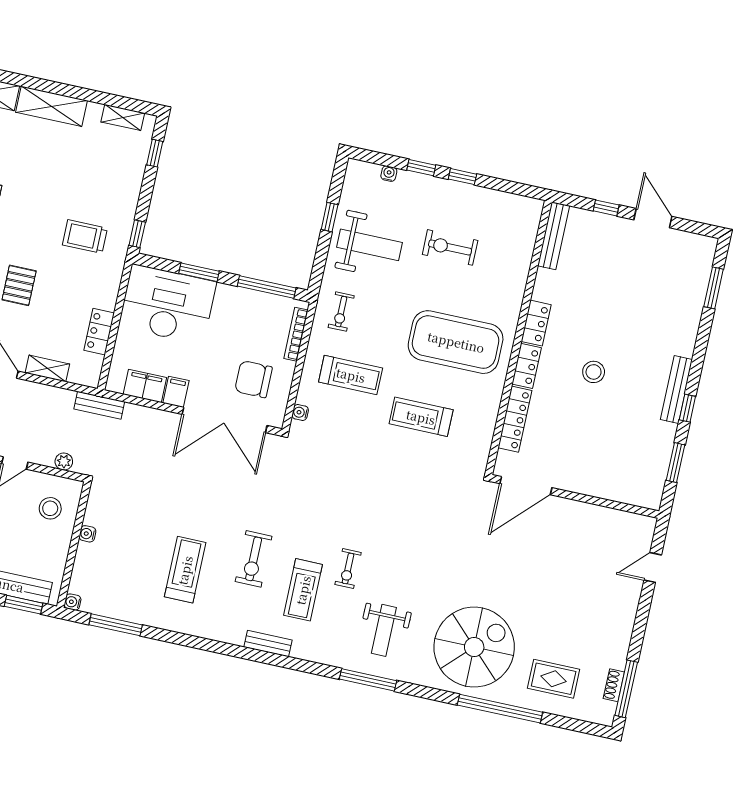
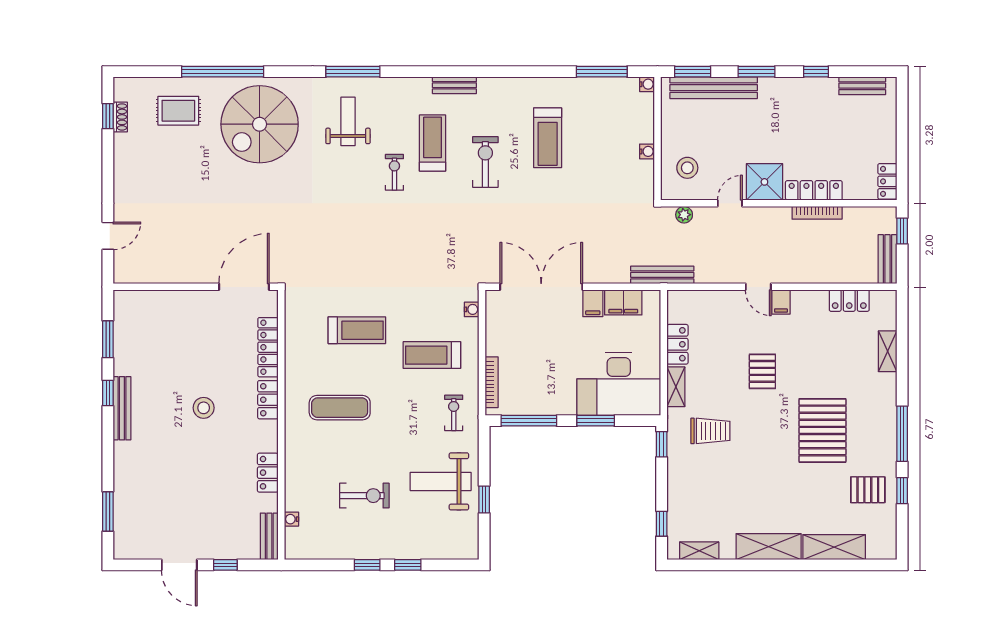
water cooler: (389, 174) -> (291, 519), moved, turned 90
bench: (554, 236) -> (269, 536), width x0.73
locker: (536, 323) -> (268, 473), moved
exercise mat: (456, 342) -> (340, 408), width x0.50, depth x0.69
shelving: (47, 368) -> (676, 387), moved, turned 90
chair: (253, 379) -> (522, 331), removed
bench: (99, 405) -> (662, 275), width x1.36
window: (626, 689) -> (108, 116), width x0.46

